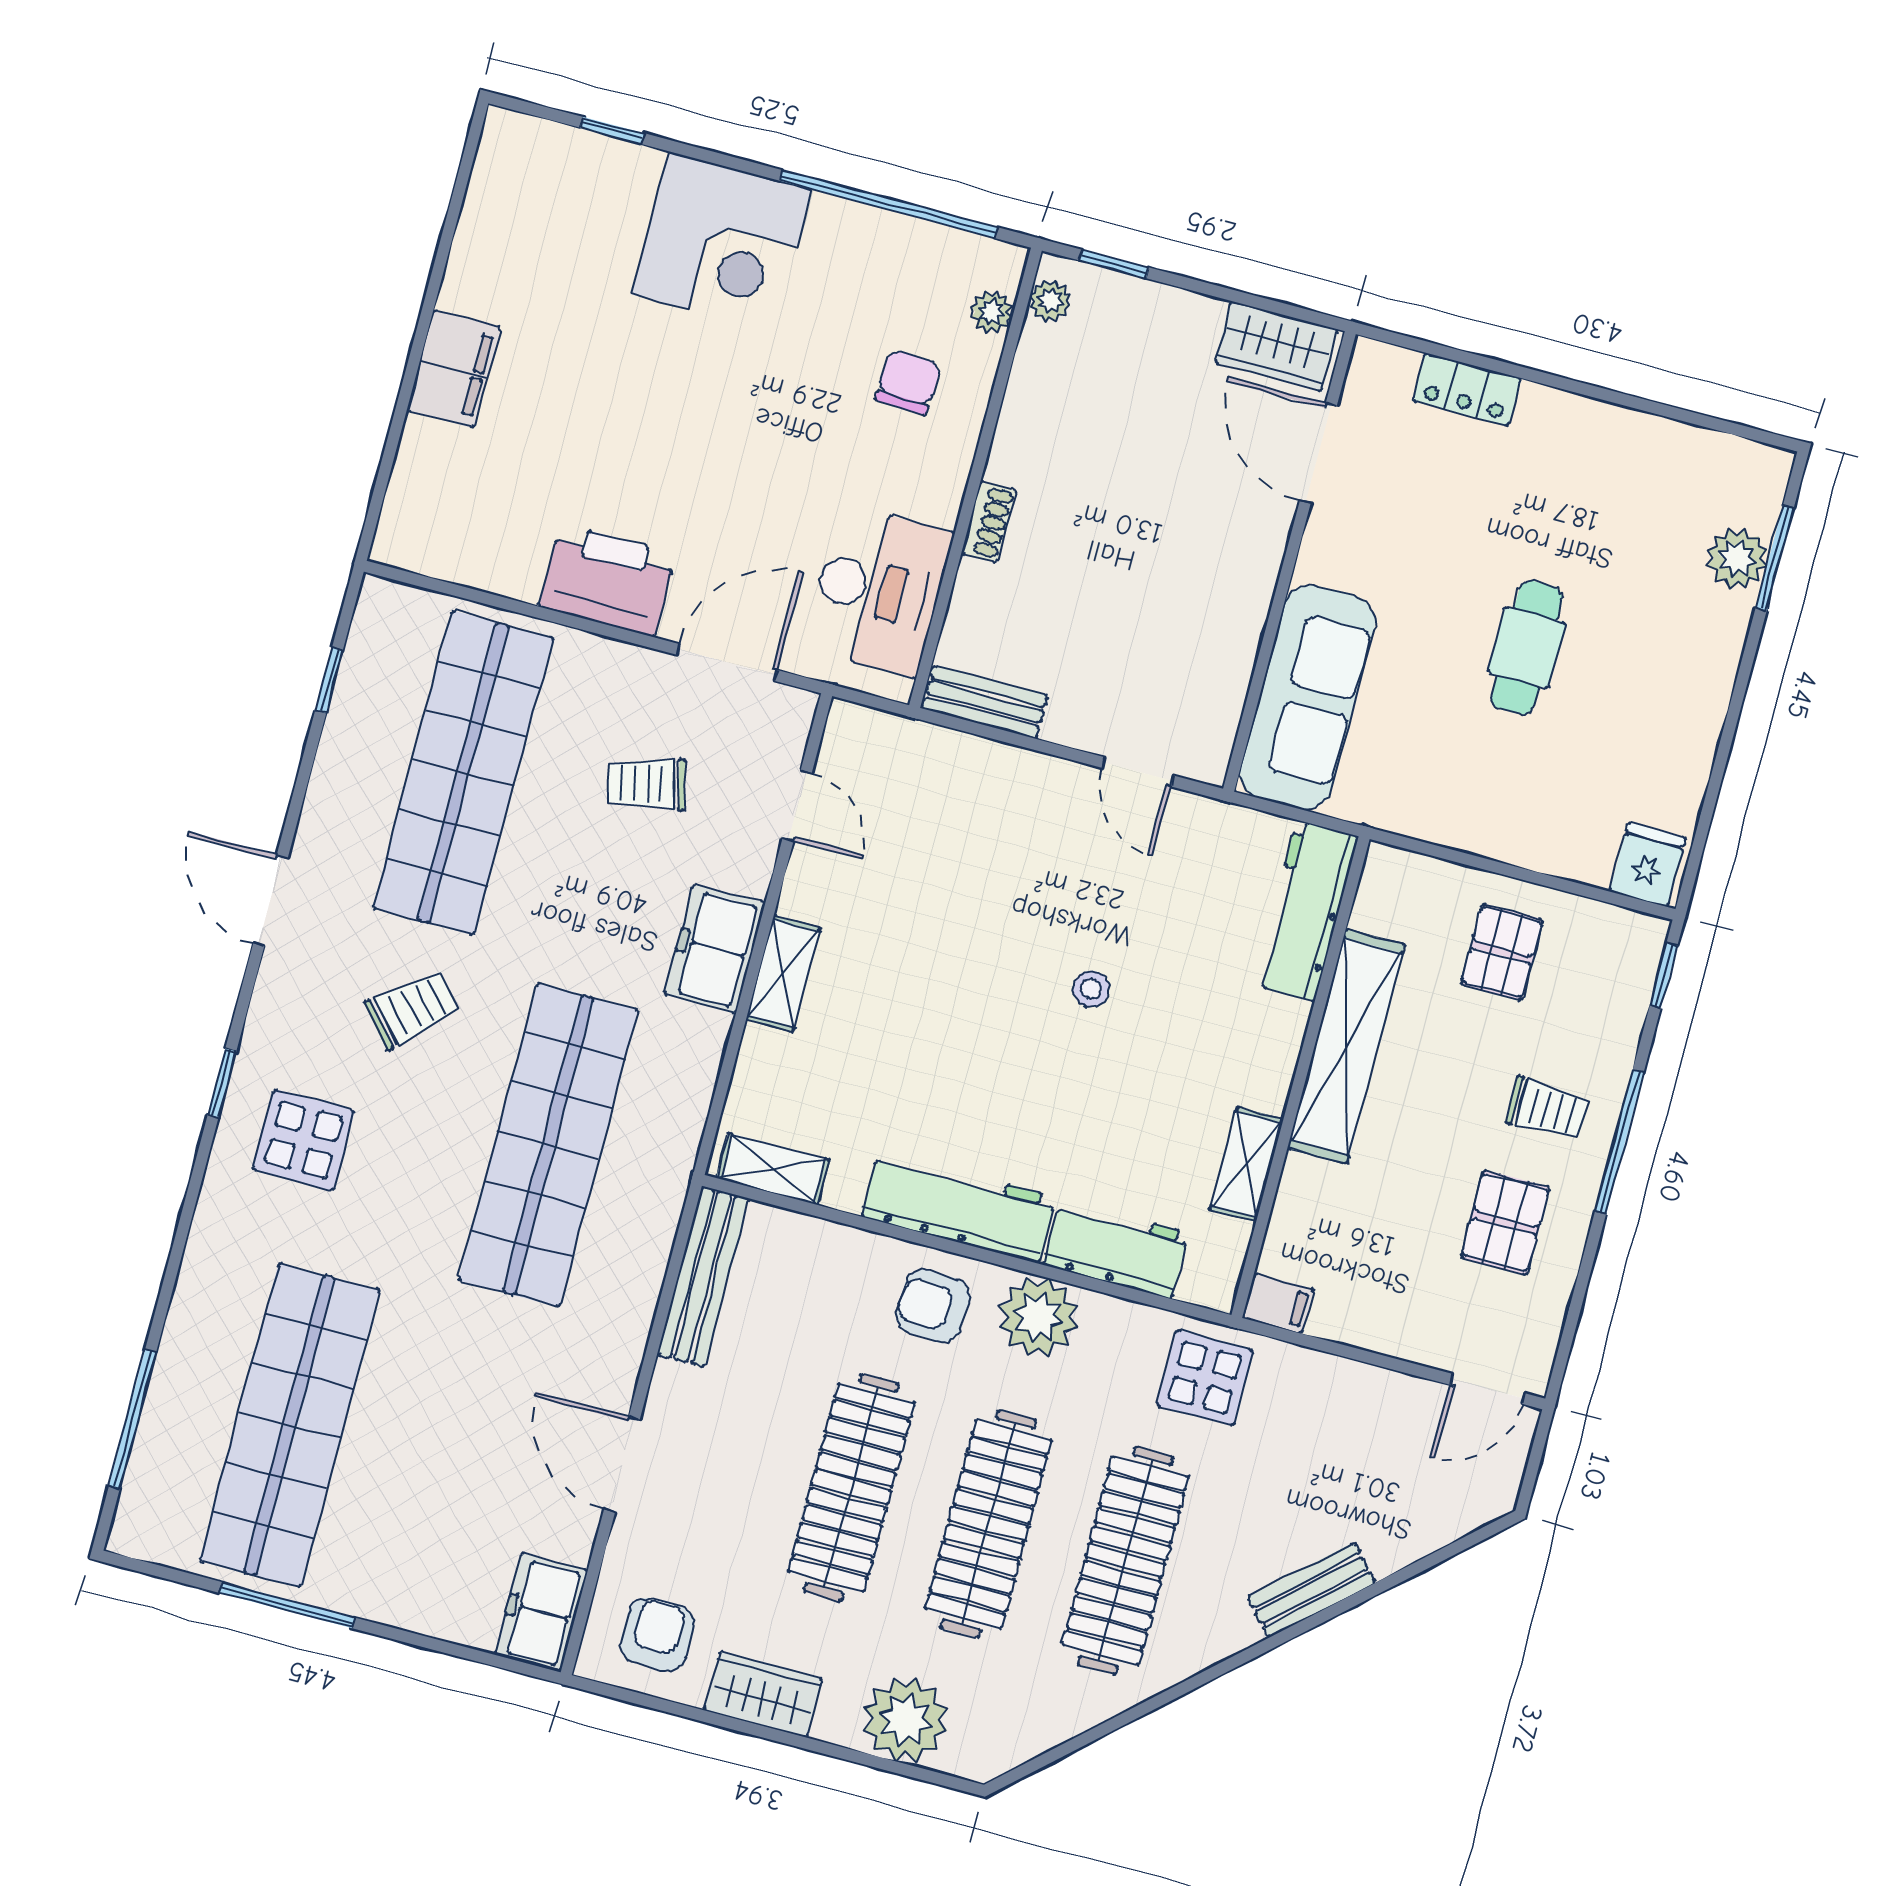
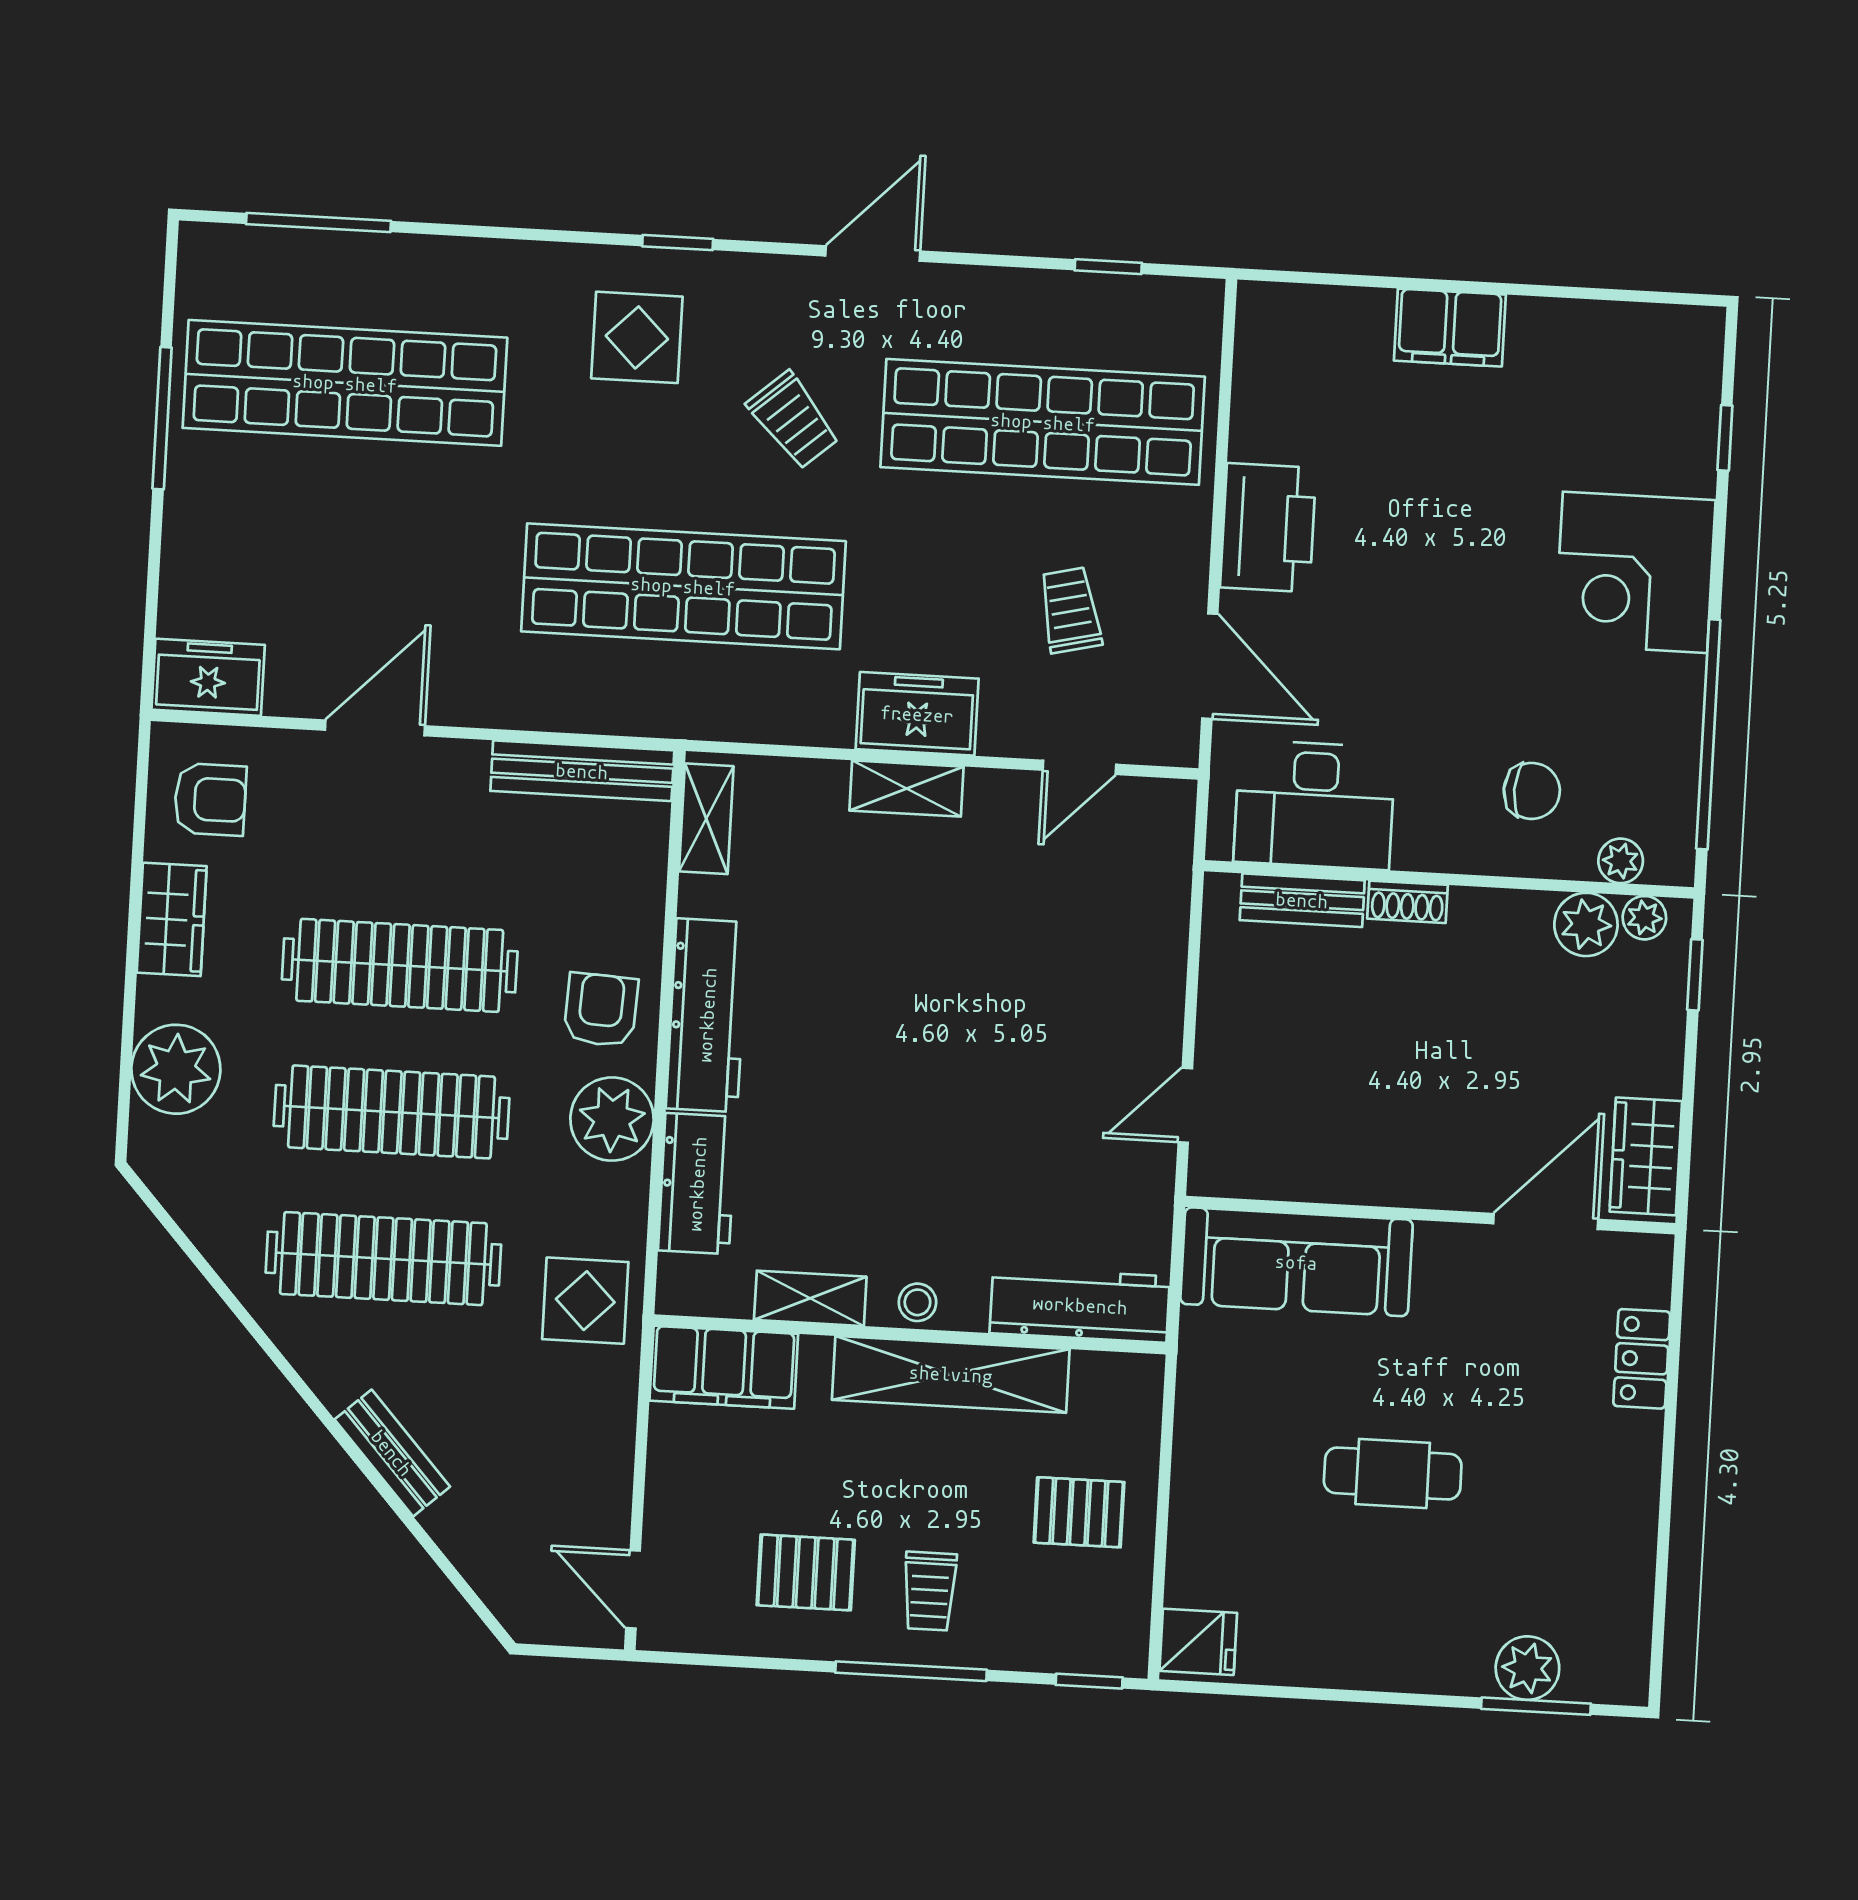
plant: (1045, 357) -> (1586, 924), added
bench: (985, 702) -> (1302, 900), moved, turned 90
stool: (1091, 989) -> (917, 1302), moved
filing cabinet: (1278, 1303) -> (724, 1367), width x3.00, depth x1.17

